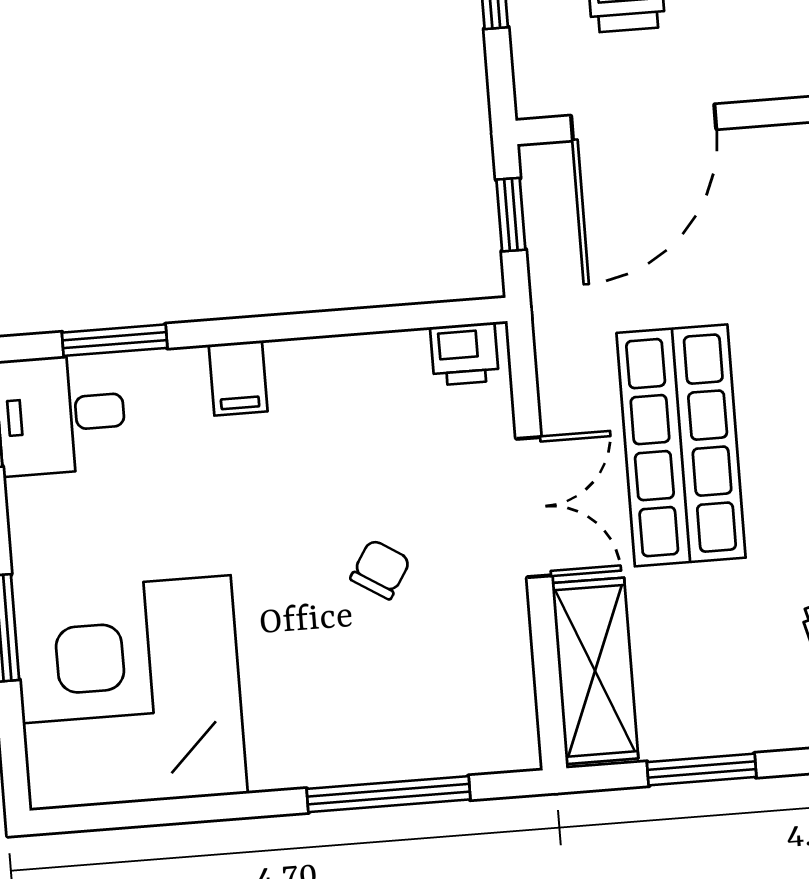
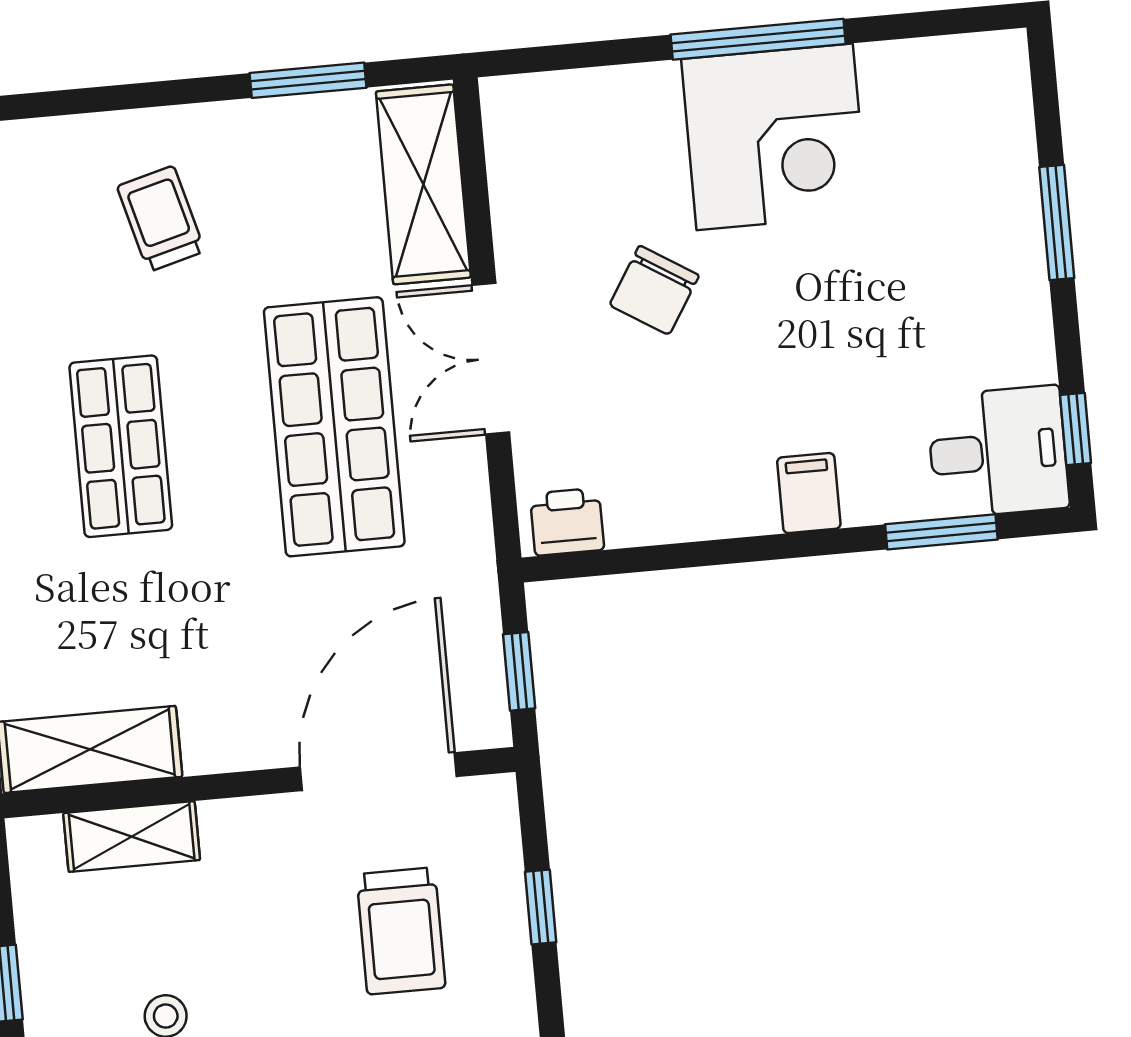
chair: (380, 569) -> (654, 290), width x1.37, depth x1.37
corner desk: (130, 693) -> (775, 137), moved, width x0.74, depth x0.74
window: (388, 794) -> (758, 39), moved

